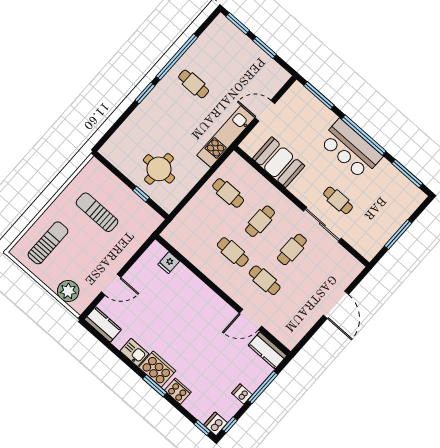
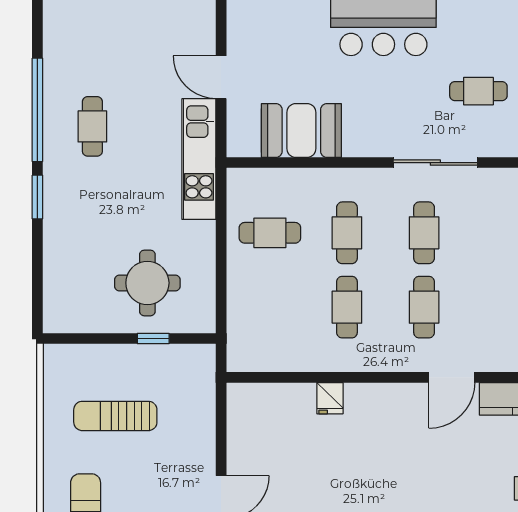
cafe table: (194, 84) -> (92, 126), turned 90
door: (265, 111) -> (221, 77), hinge flipped
cafe table: (338, 200) -> (478, 91), moved
cafe table: (233, 252) -> (347, 307), turned 90
fridge: (169, 263) -> (330, 398), moved
cafe table: (265, 280) -> (424, 307), turned 90

